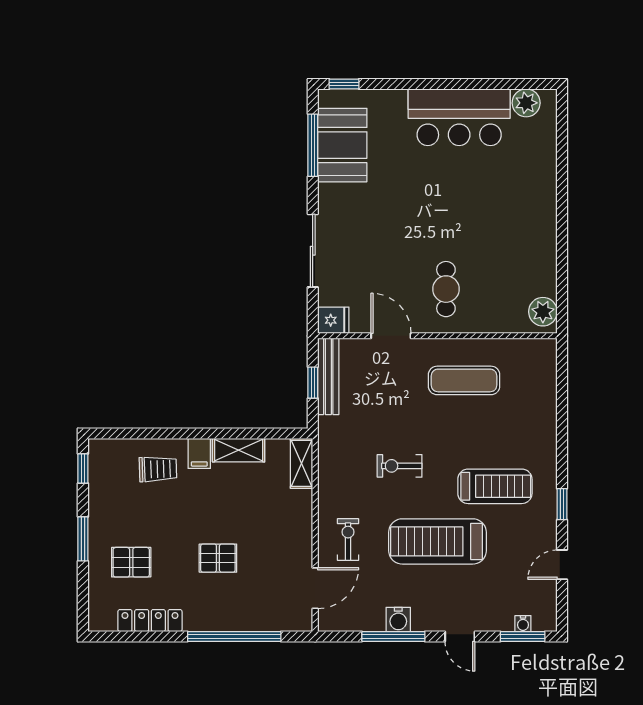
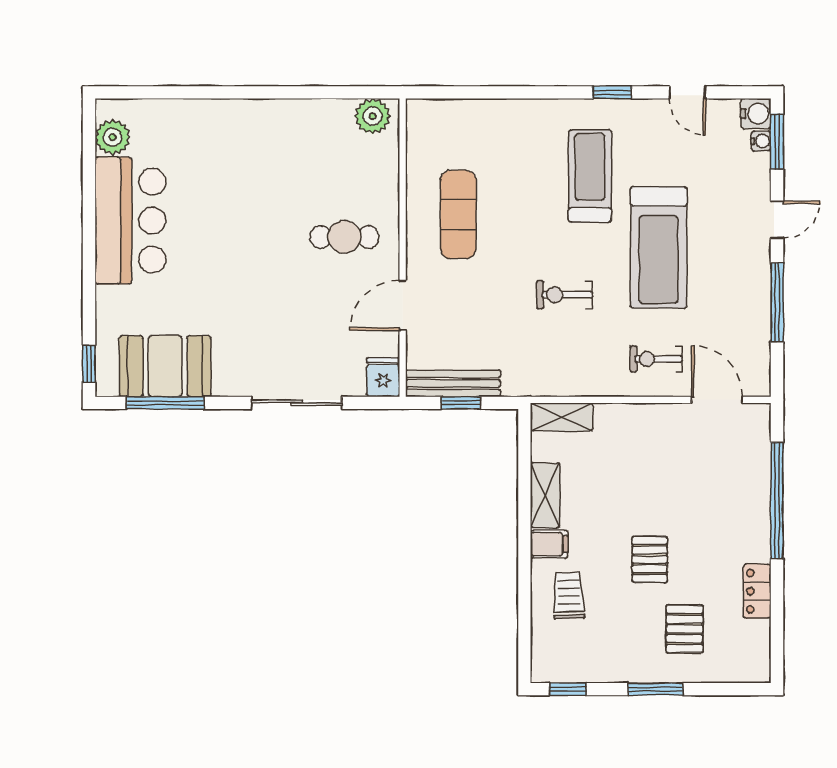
exercise bike: (400, 466) -> (565, 295), turned 90
pallet: (218, 558) -> (650, 559), moved
water cooler: (398, 619) -> (756, 114), moved
locker: (150, 621) -> (757, 591), width x0.66

